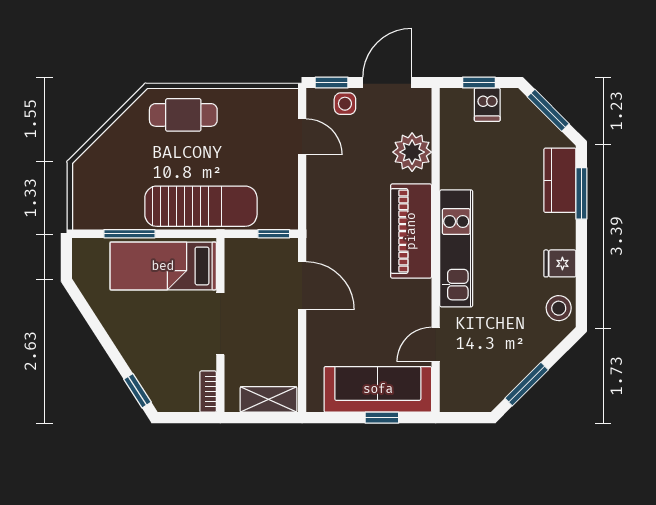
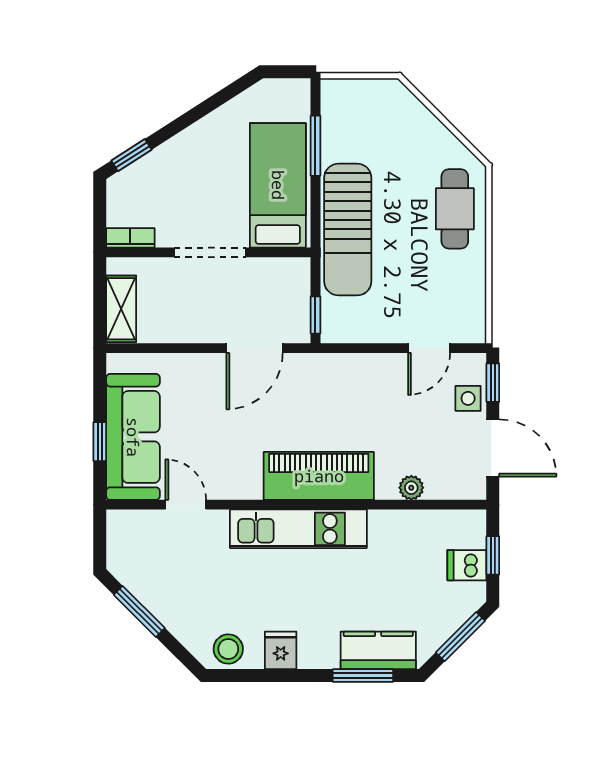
plant: (412, 152) -> (411, 488), width x0.53, depth x0.53

